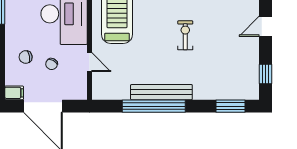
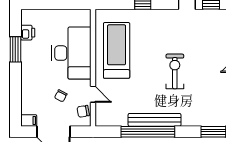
exercise bike: (185, 35) -> (175, 71), width x1.38, depth x1.39
chair: (26, 57) -> (83, 111), moved

